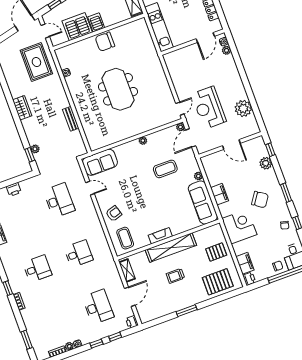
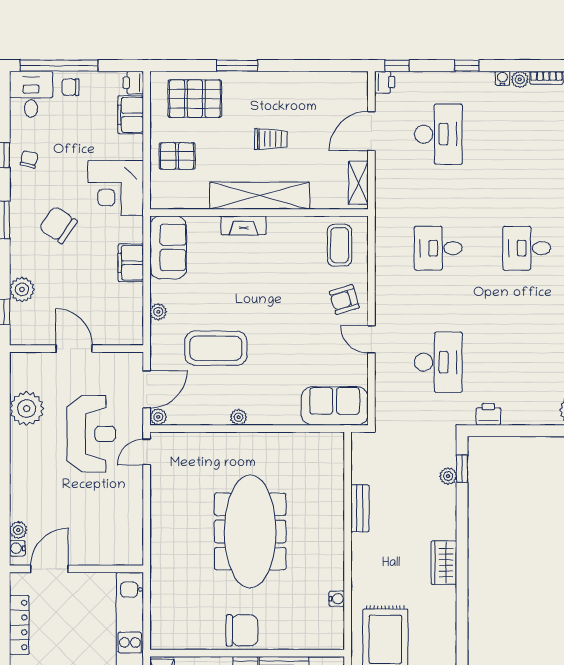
meeting table: (118, 89) -> (250, 531), width x1.36
coffee table: (165, 169) -> (216, 348), width x1.36, depth x1.32
door: (90, 188) -> (371, 339), moved
printer: (14, 189) -> (488, 414), moved
desk: (59, 200) -> (438, 362), turned 180
sofa: (203, 203) -> (168, 247), width x0.73
fireplace: (160, 236) -> (244, 225), moved
desk: (98, 307) -> (438, 134), turned 180
window: (187, 311) -> (237, 66), moved
window: (115, 337) -> (397, 66), moved

